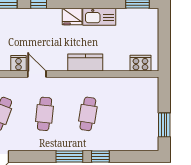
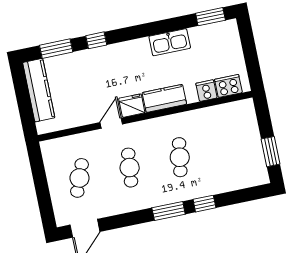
fridge: (72, 17) -> (132, 106), moved, turned 180
cooker: (18, 63) -> (206, 91), moved
door: (37, 74) -> (111, 123), hinge flipped

